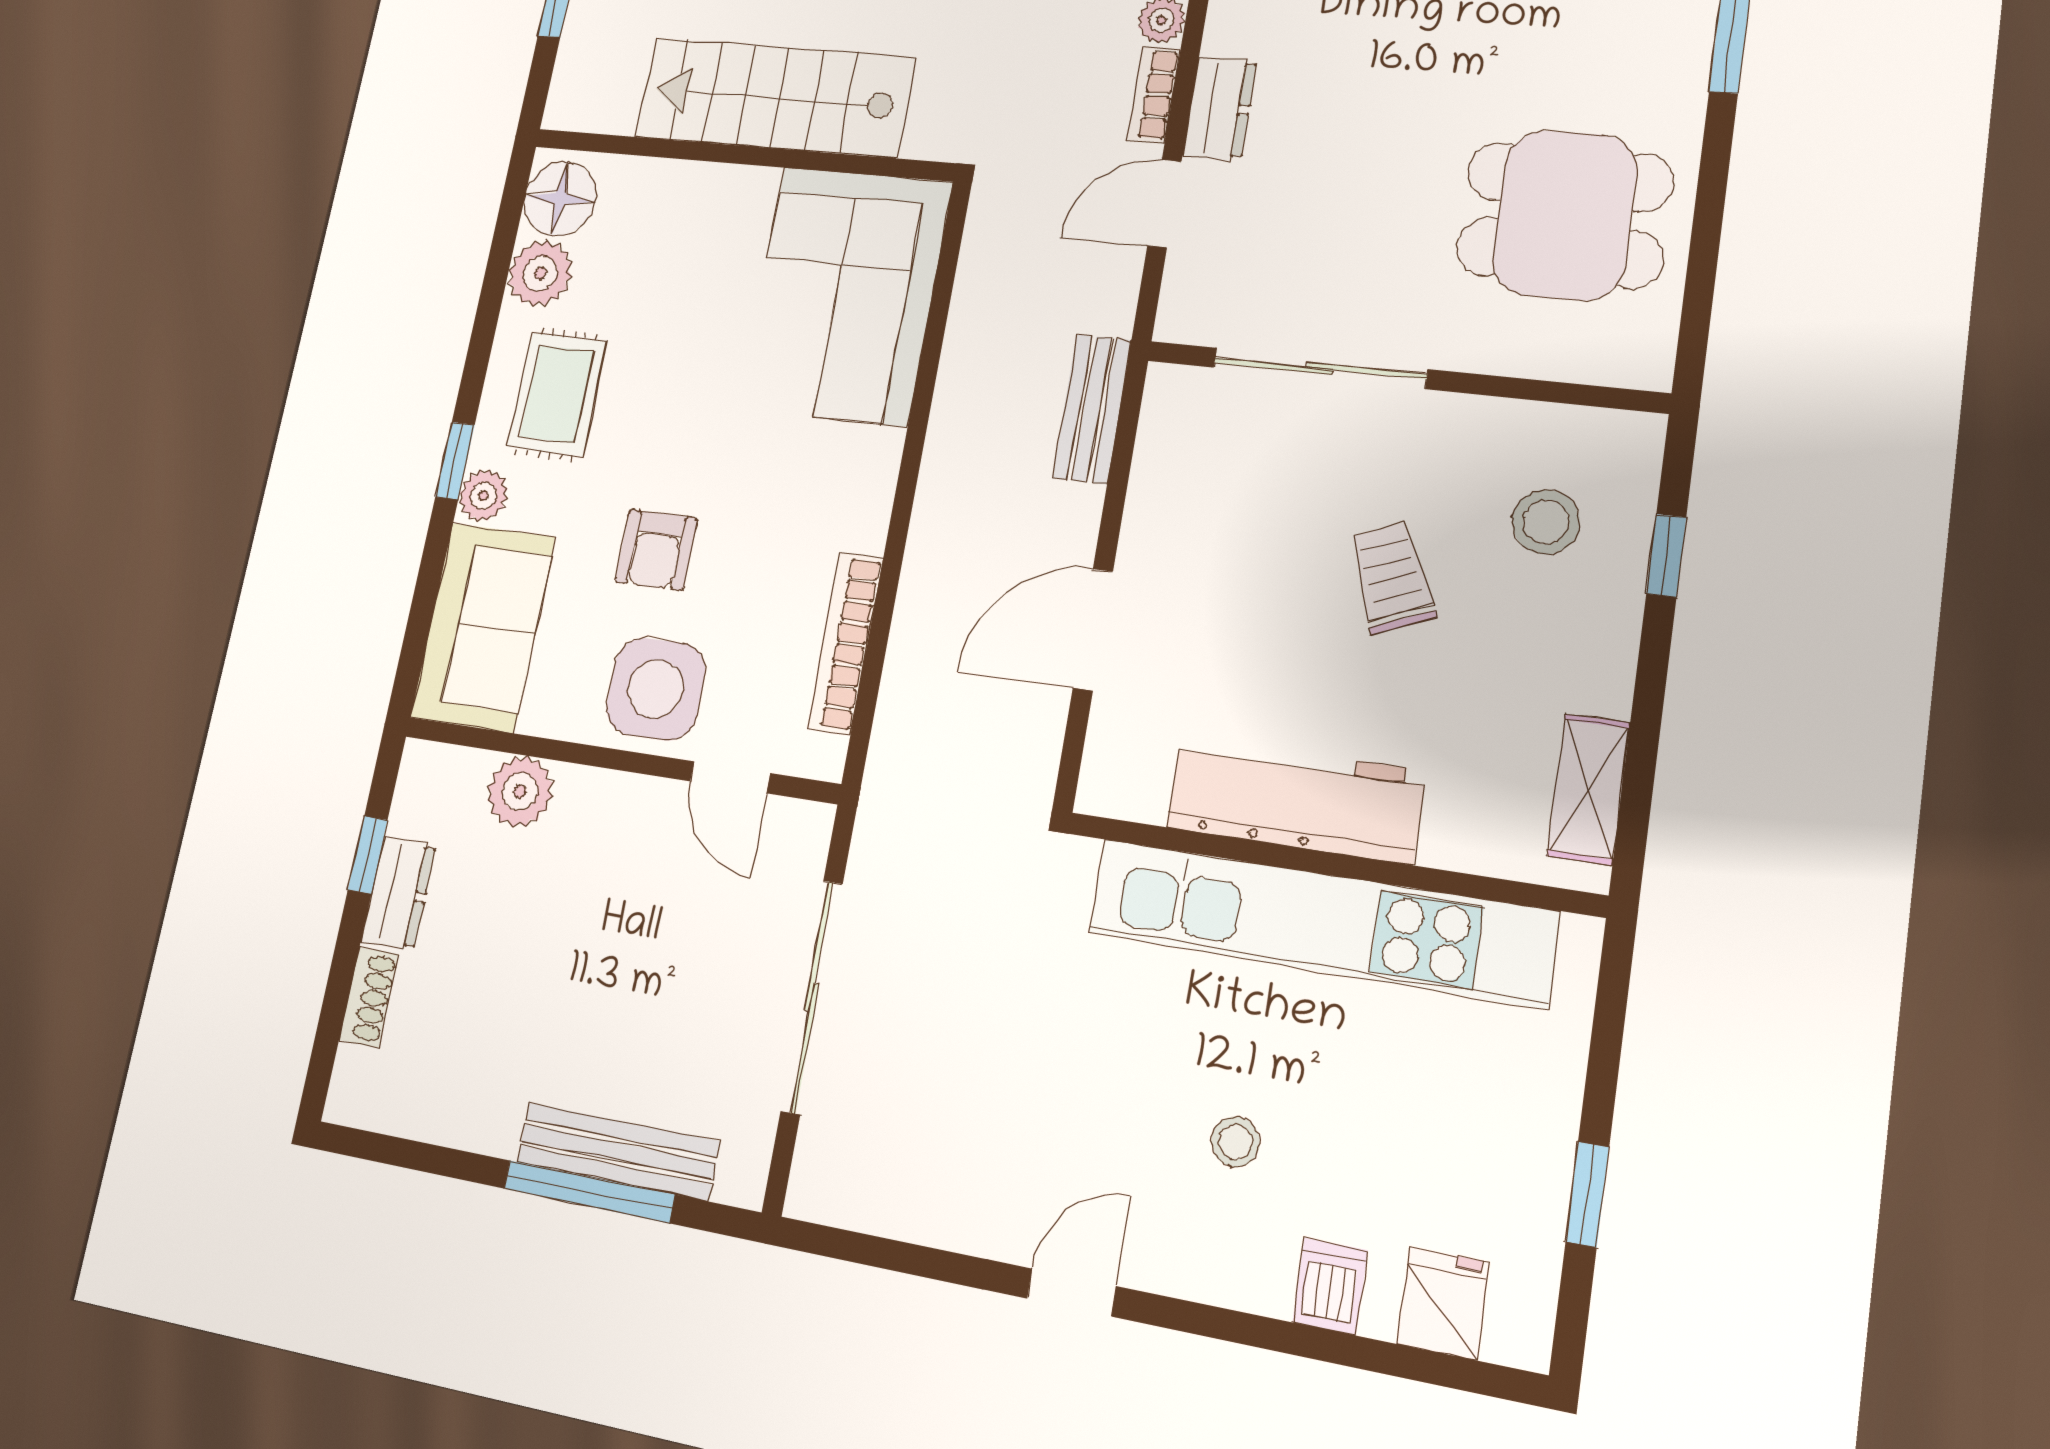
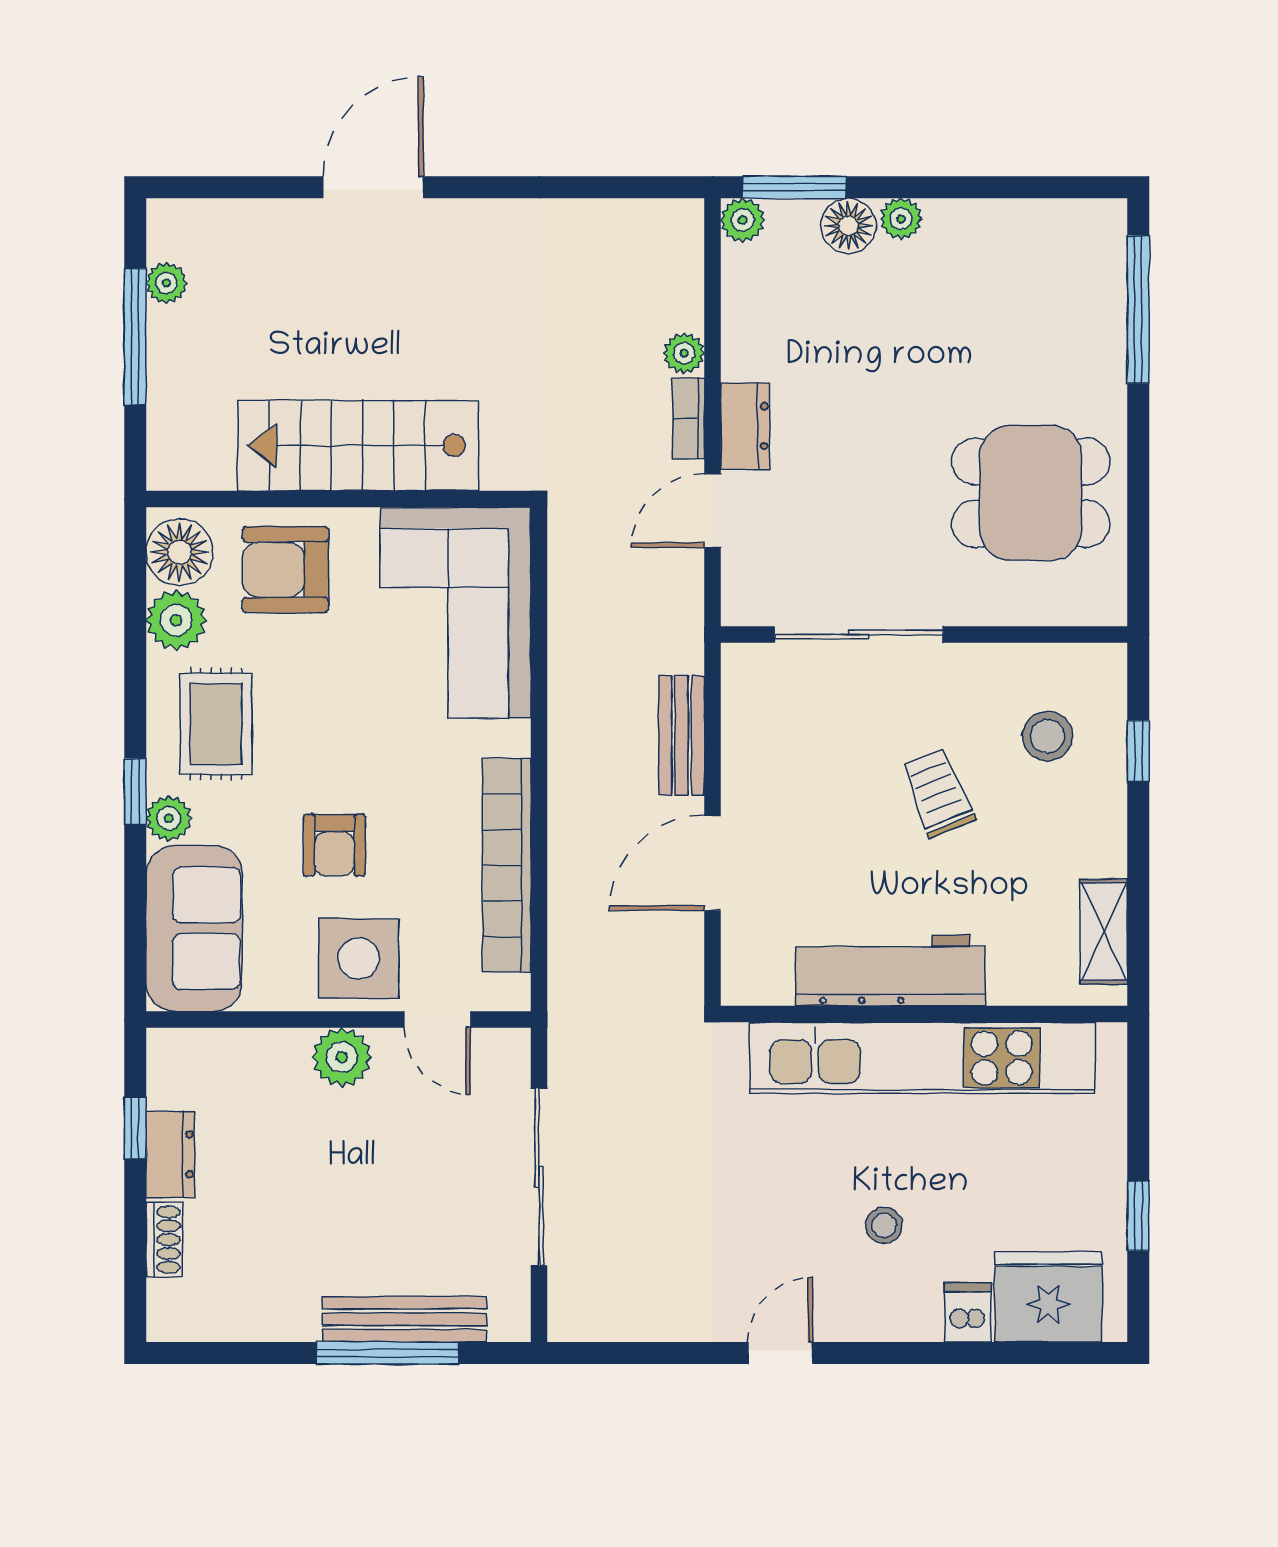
armchair: (668, 228) -> (286, 570), added
bench: (1092, 409) -> (682, 735), moved
bookcase: (845, 643) -> (507, 865), width x1.48, depth x1.31
plant: (520, 792) -> (342, 1057), moved
fridge: (1443, 1303) -> (1048, 1297), width x1.88, depth x1.34

